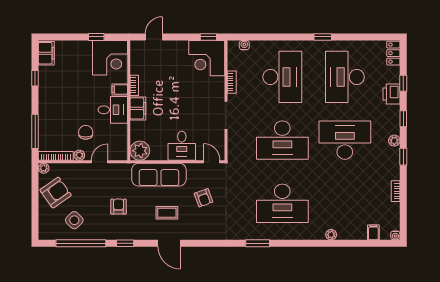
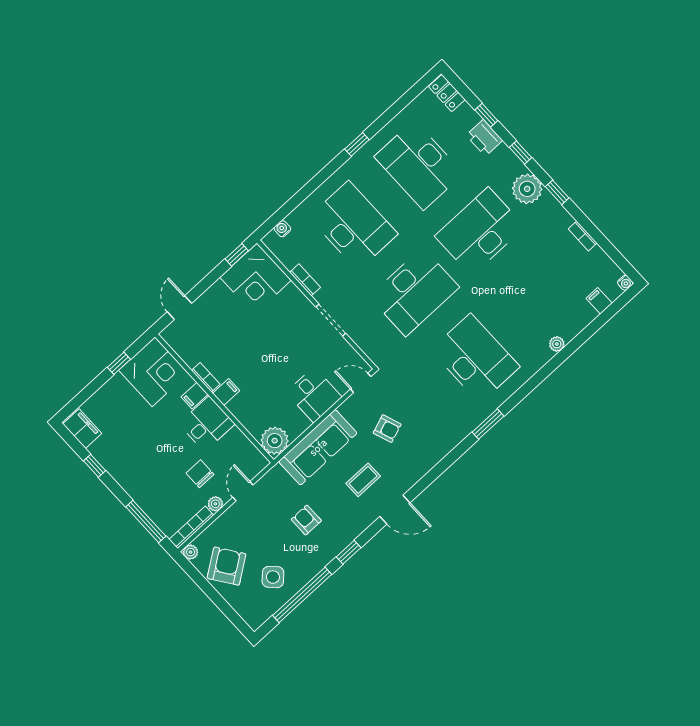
filing cabinet: (138, 108) -> (226, 392), width x0.50
plant: (394, 141) -> (527, 189), width x1.88, depth x1.88
desk: (282, 203) -> (475, 358), turned -90

